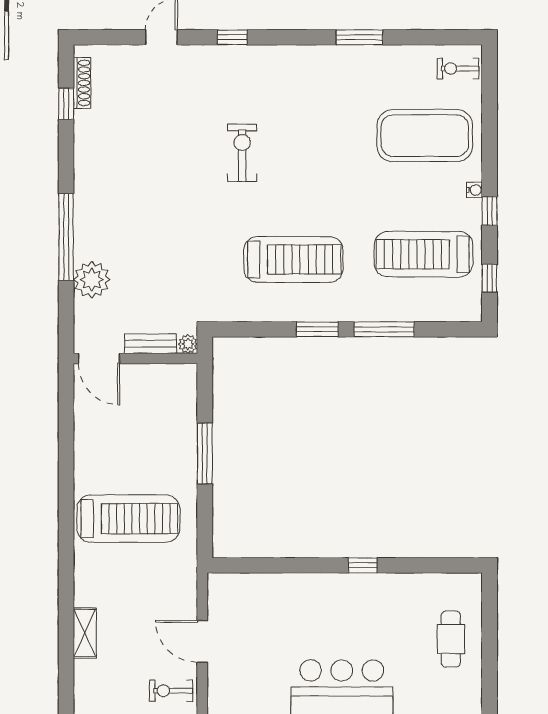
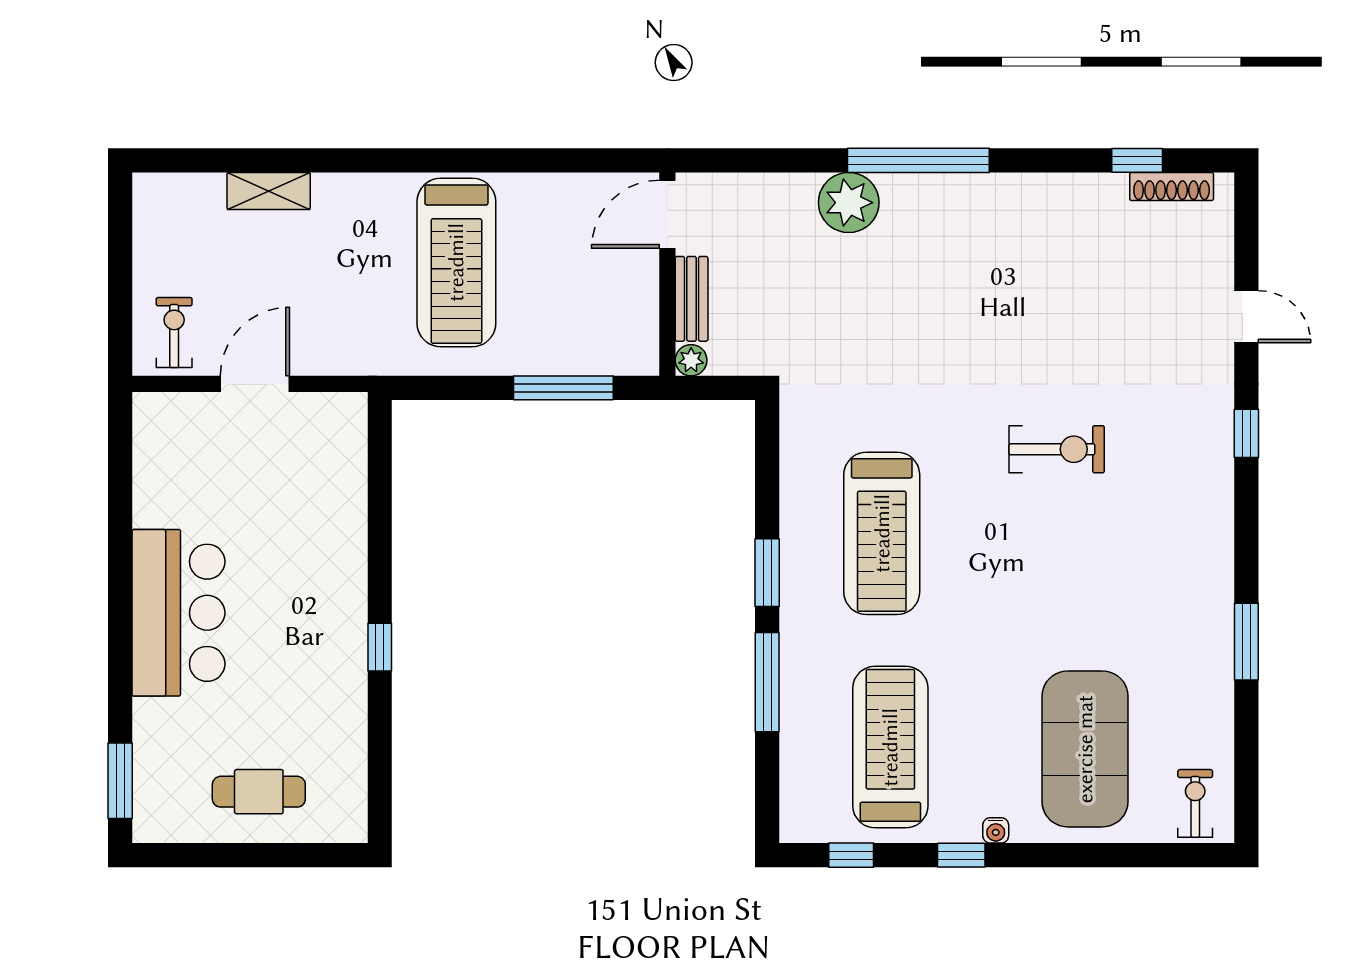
bench: (150, 344) -> (692, 299), moved
plant: (188, 344) -> (691, 360), moved
door: (99, 358) -> (667, 214), moved
wall: (135, 358) -> (667, 274), moved

